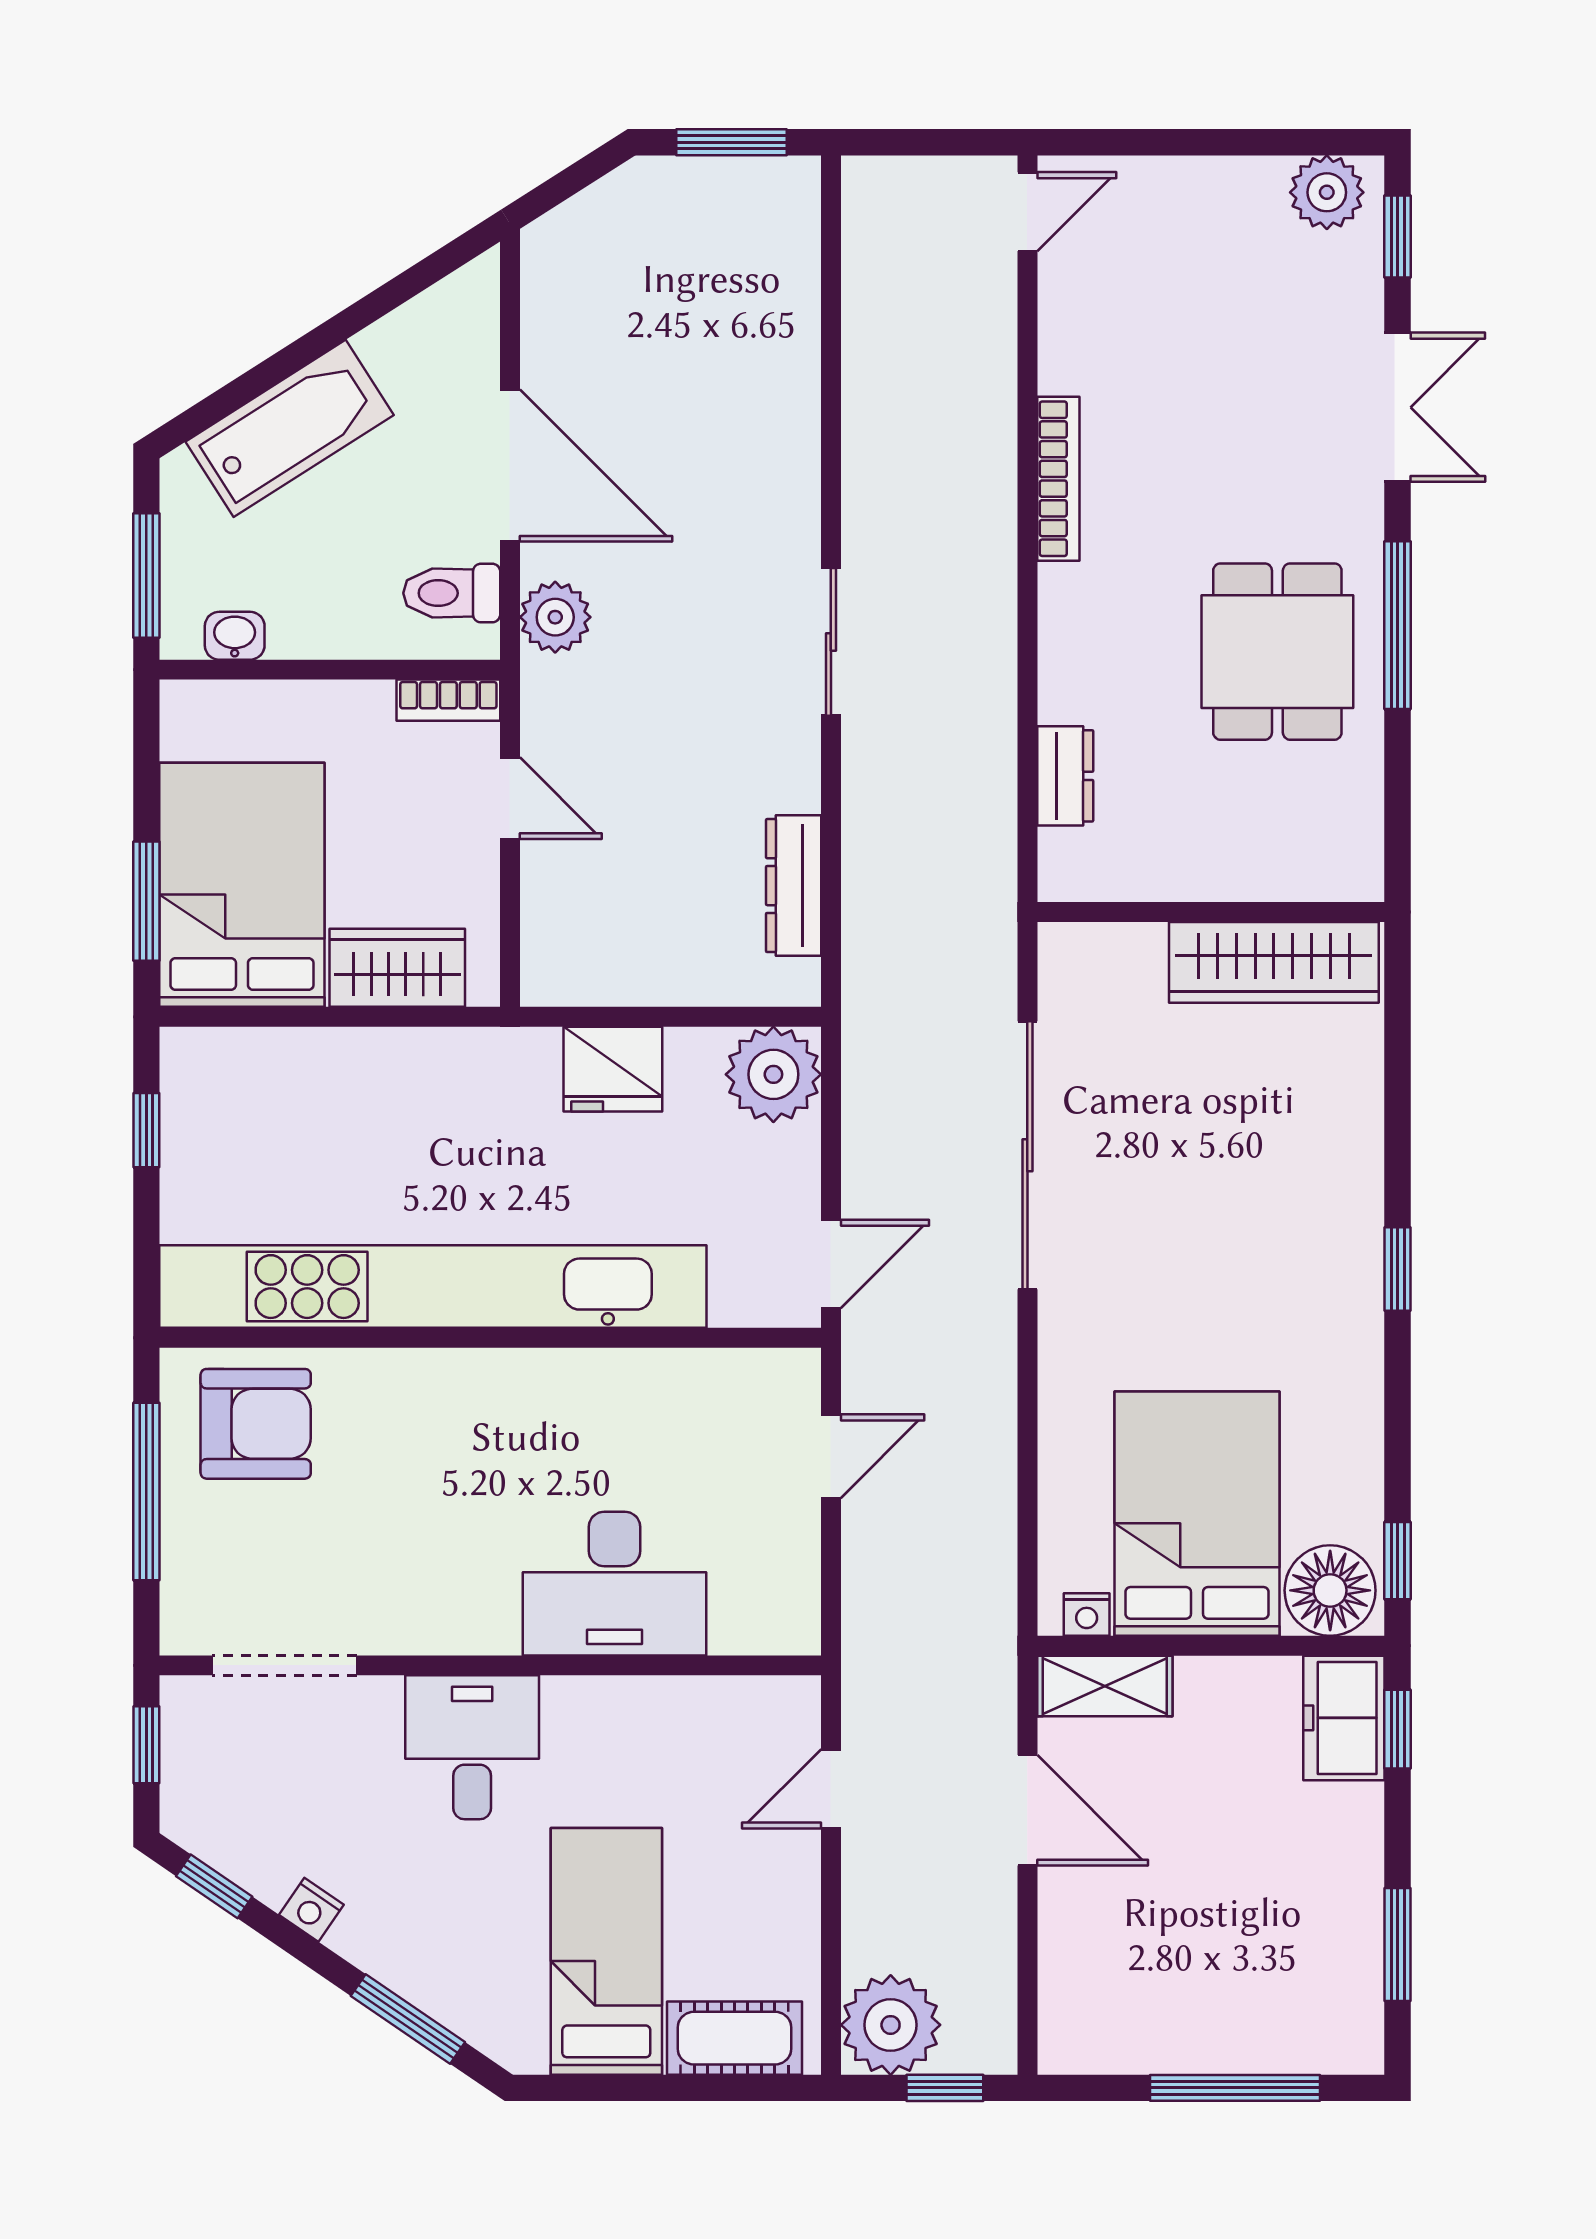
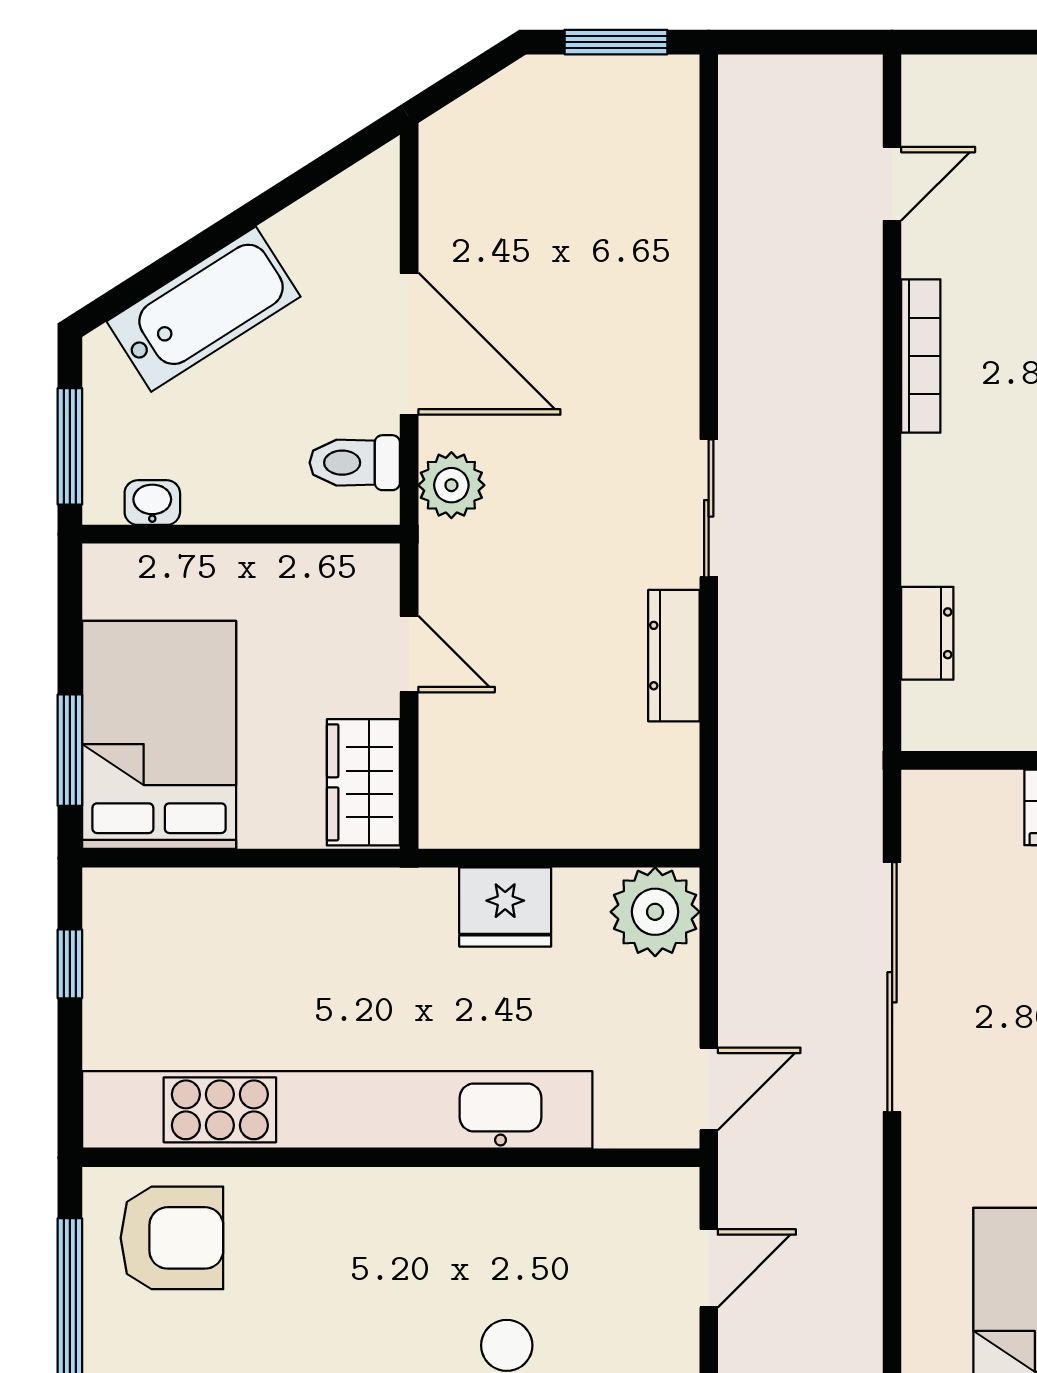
door: (1027, 212) -> (892, 184), moved
bookcase: (448, 700) -> (352, 563), removed
dresser: (794, 886) -> (674, 656), moved
wardrobe: (397, 968) -> (363, 782), moved, turned -90

